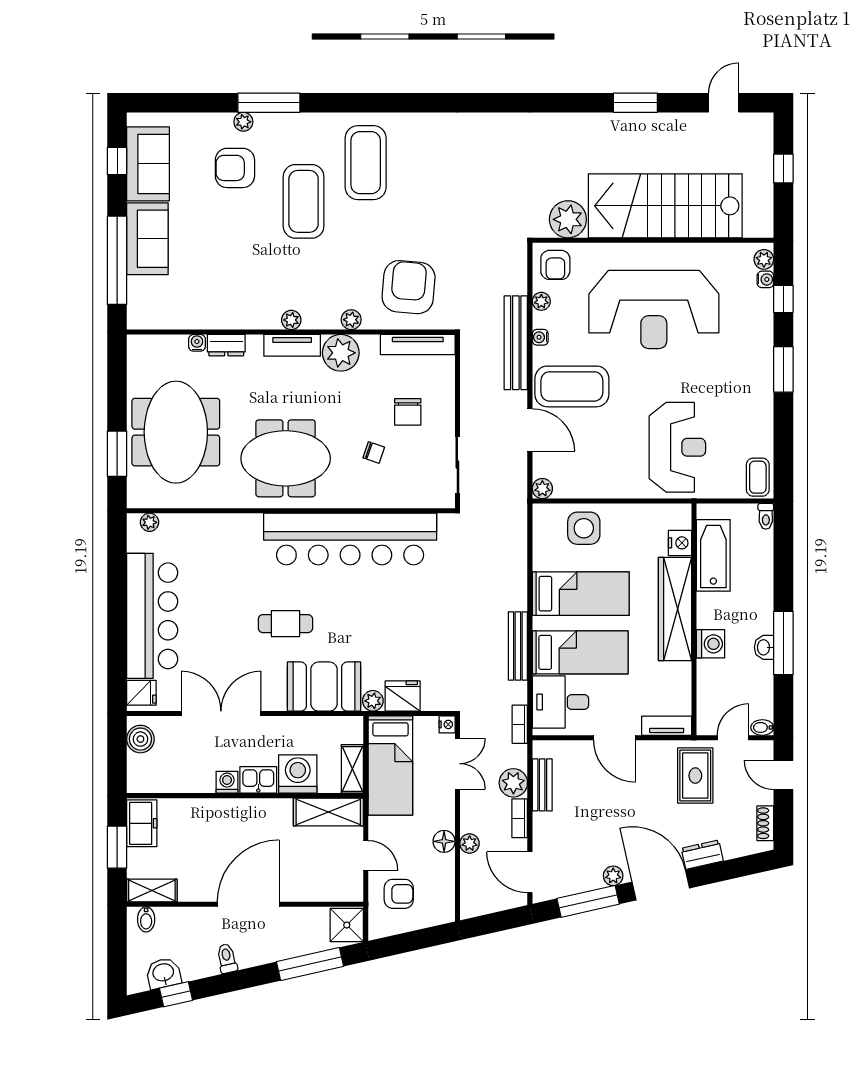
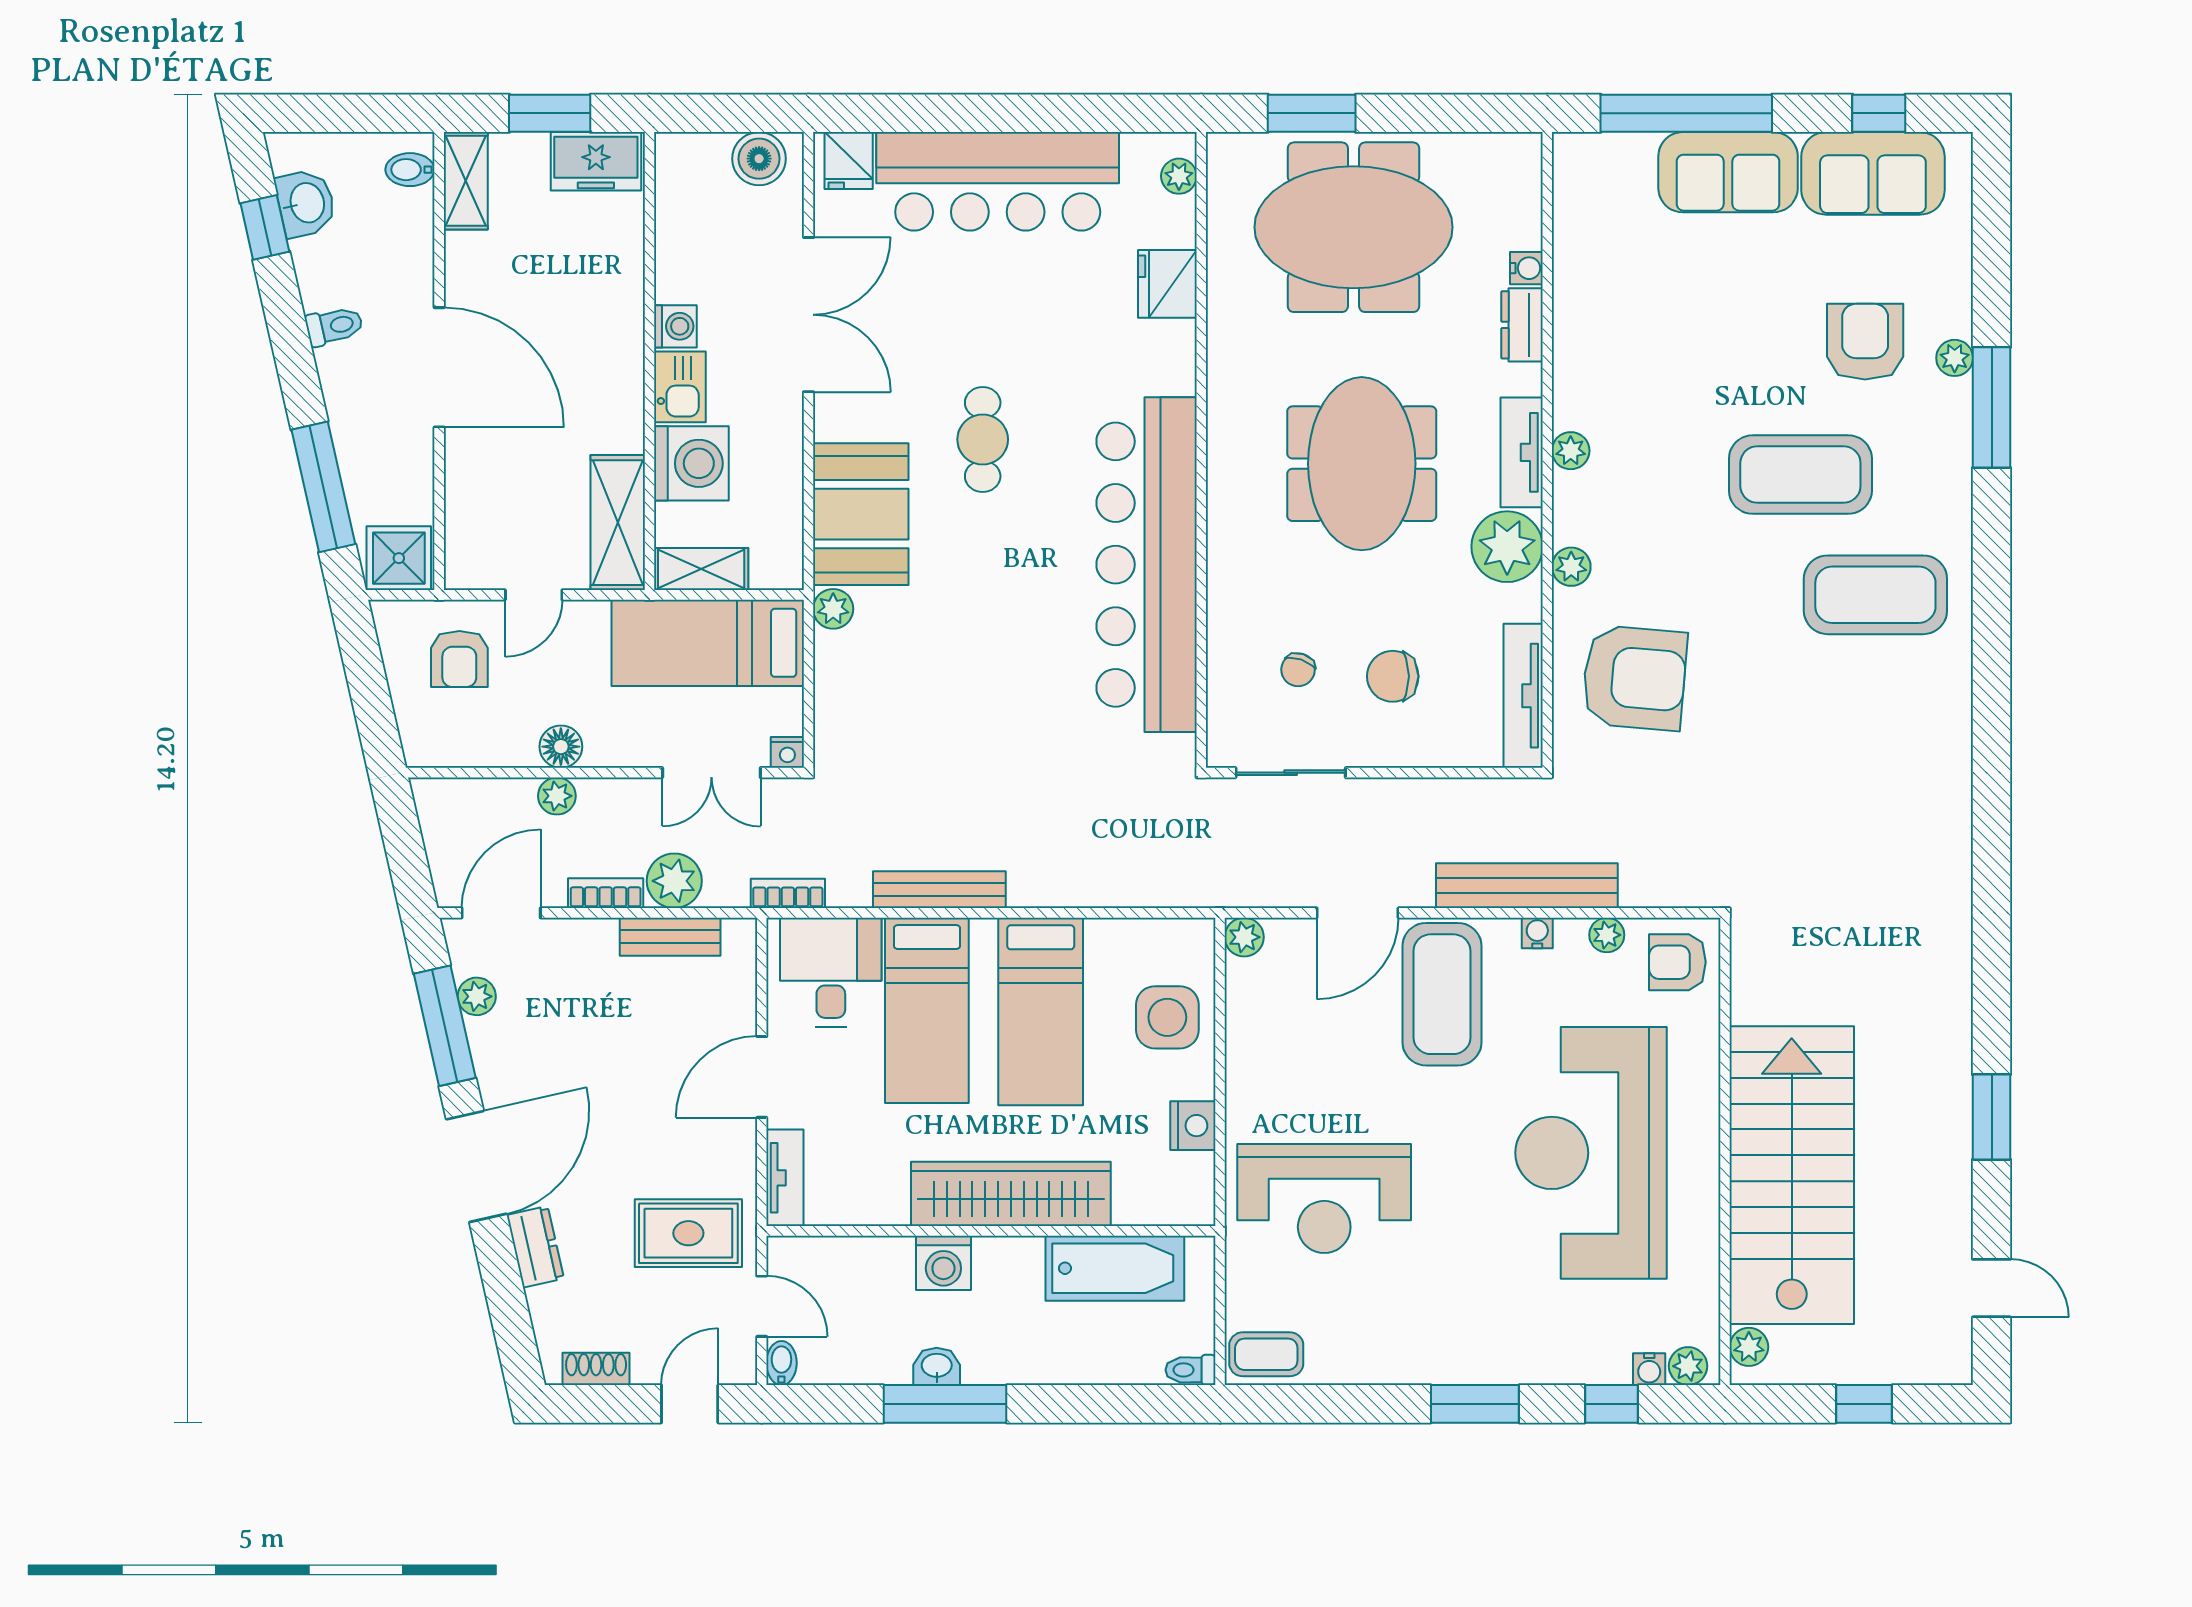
plant: (568, 219) -> (1749, 1347), moved, width x0.53, depth x0.53
chair: (374, 452) -> (1298, 670), moved
meeting table: (286, 458) -> (1362, 464), moved
nightstand: (680, 543) -> (1193, 1126), moved, turned -90
fridge: (403, 696) -> (1167, 284), moved, turned 180
plant: (613, 876) -> (477, 996), moved

